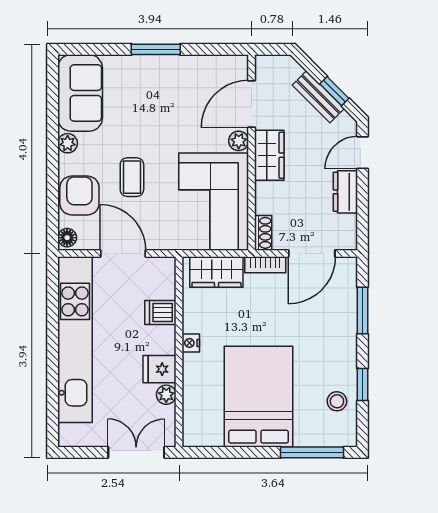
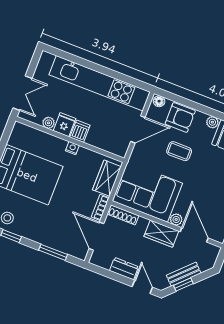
shoe rack: (263, 233) -> (123, 215), width x1.43
dishwasher: (160, 313) -> (80, 131), moved

